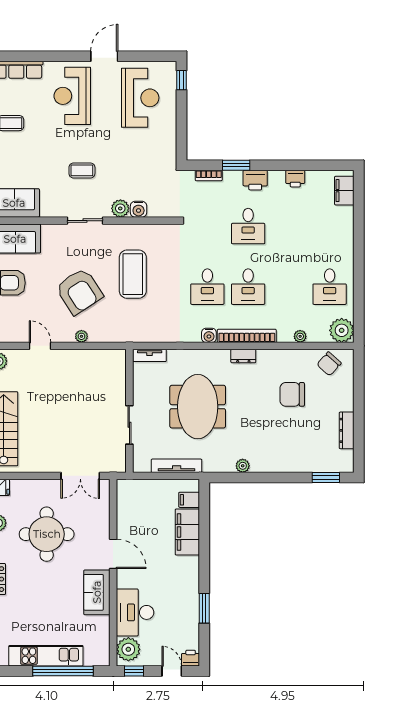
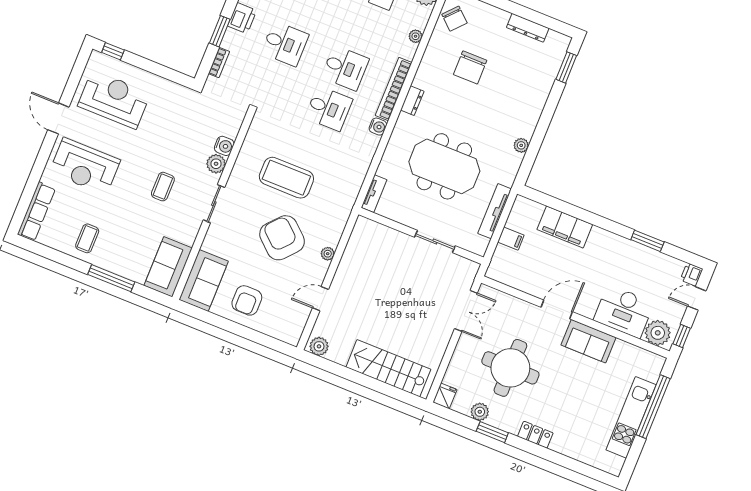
armchair: (79, 291) -> (282, 238), turned -105
filing cabinet: (189, 500) -> (511, 239), moved, turned -90

